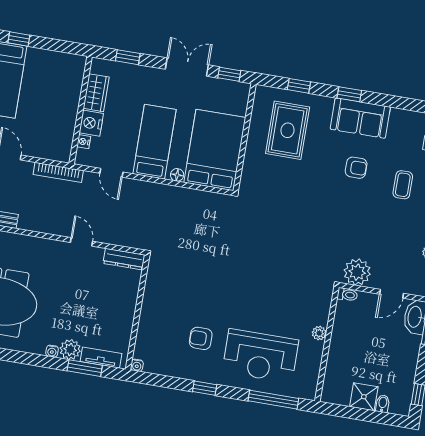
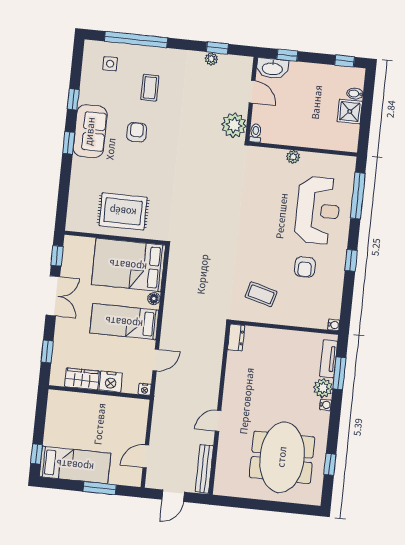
double door: (187, 67) -> (53, 296), swing flipped
window: (299, 86) -> (73, 99), moved
rug: (288, 130) -> (123, 211), moved
nightstand: (84, 142) -> (145, 389), moved
bookcase: (58, 172) -> (159, 409), removed
coffee table: (403, 185) -> (150, 88), turned 90
door: (81, 242) -> (218, 421), moved
dresser: (124, 259) -> (236, 337), width x0.70
coffee table: (175, 290) -> (261, 294), added

